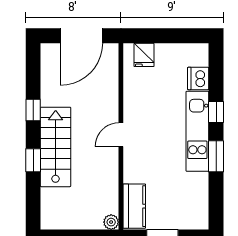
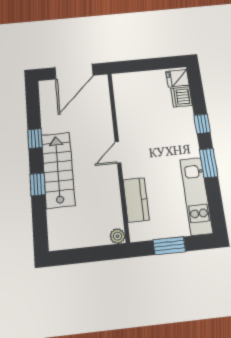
fridge: (144, 55) -> (178, 78), moved, turned 90
kitchen unit: (197, 131) -> (196, 196), moved
kitchen counter: (134, 206) -> (136, 200), moved

